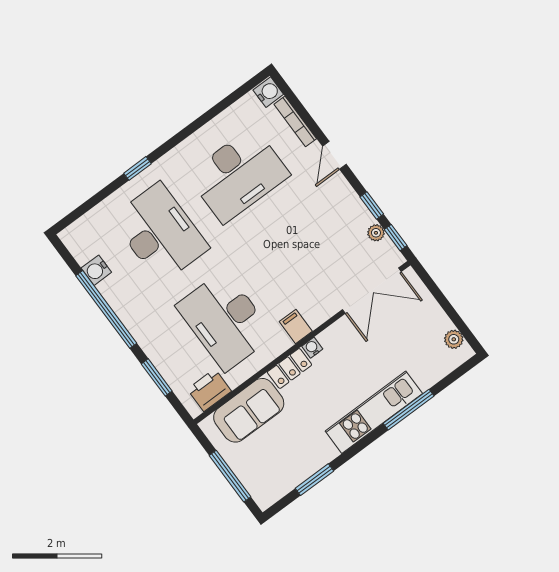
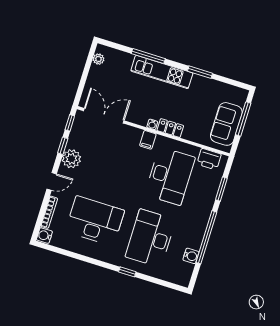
plant: (376, 233) -> (71, 159), moved, width x1.88, depth x1.88
sofa: (249, 410) -> (226, 124), moved, turned -90
window: (314, 480) -> (200, 72), moved

